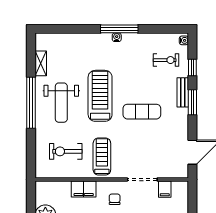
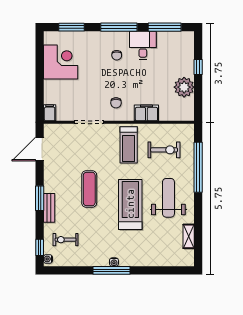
window: (192, 68) -> (40, 247), moved
treadmill: (100, 96) -> (130, 204), turned 180
window: (31, 103) -> (198, 167), moved
exercise mat: (142, 112) -> (89, 189), turned 90
filing cabinet: (165, 189) -> (50, 113), moved

